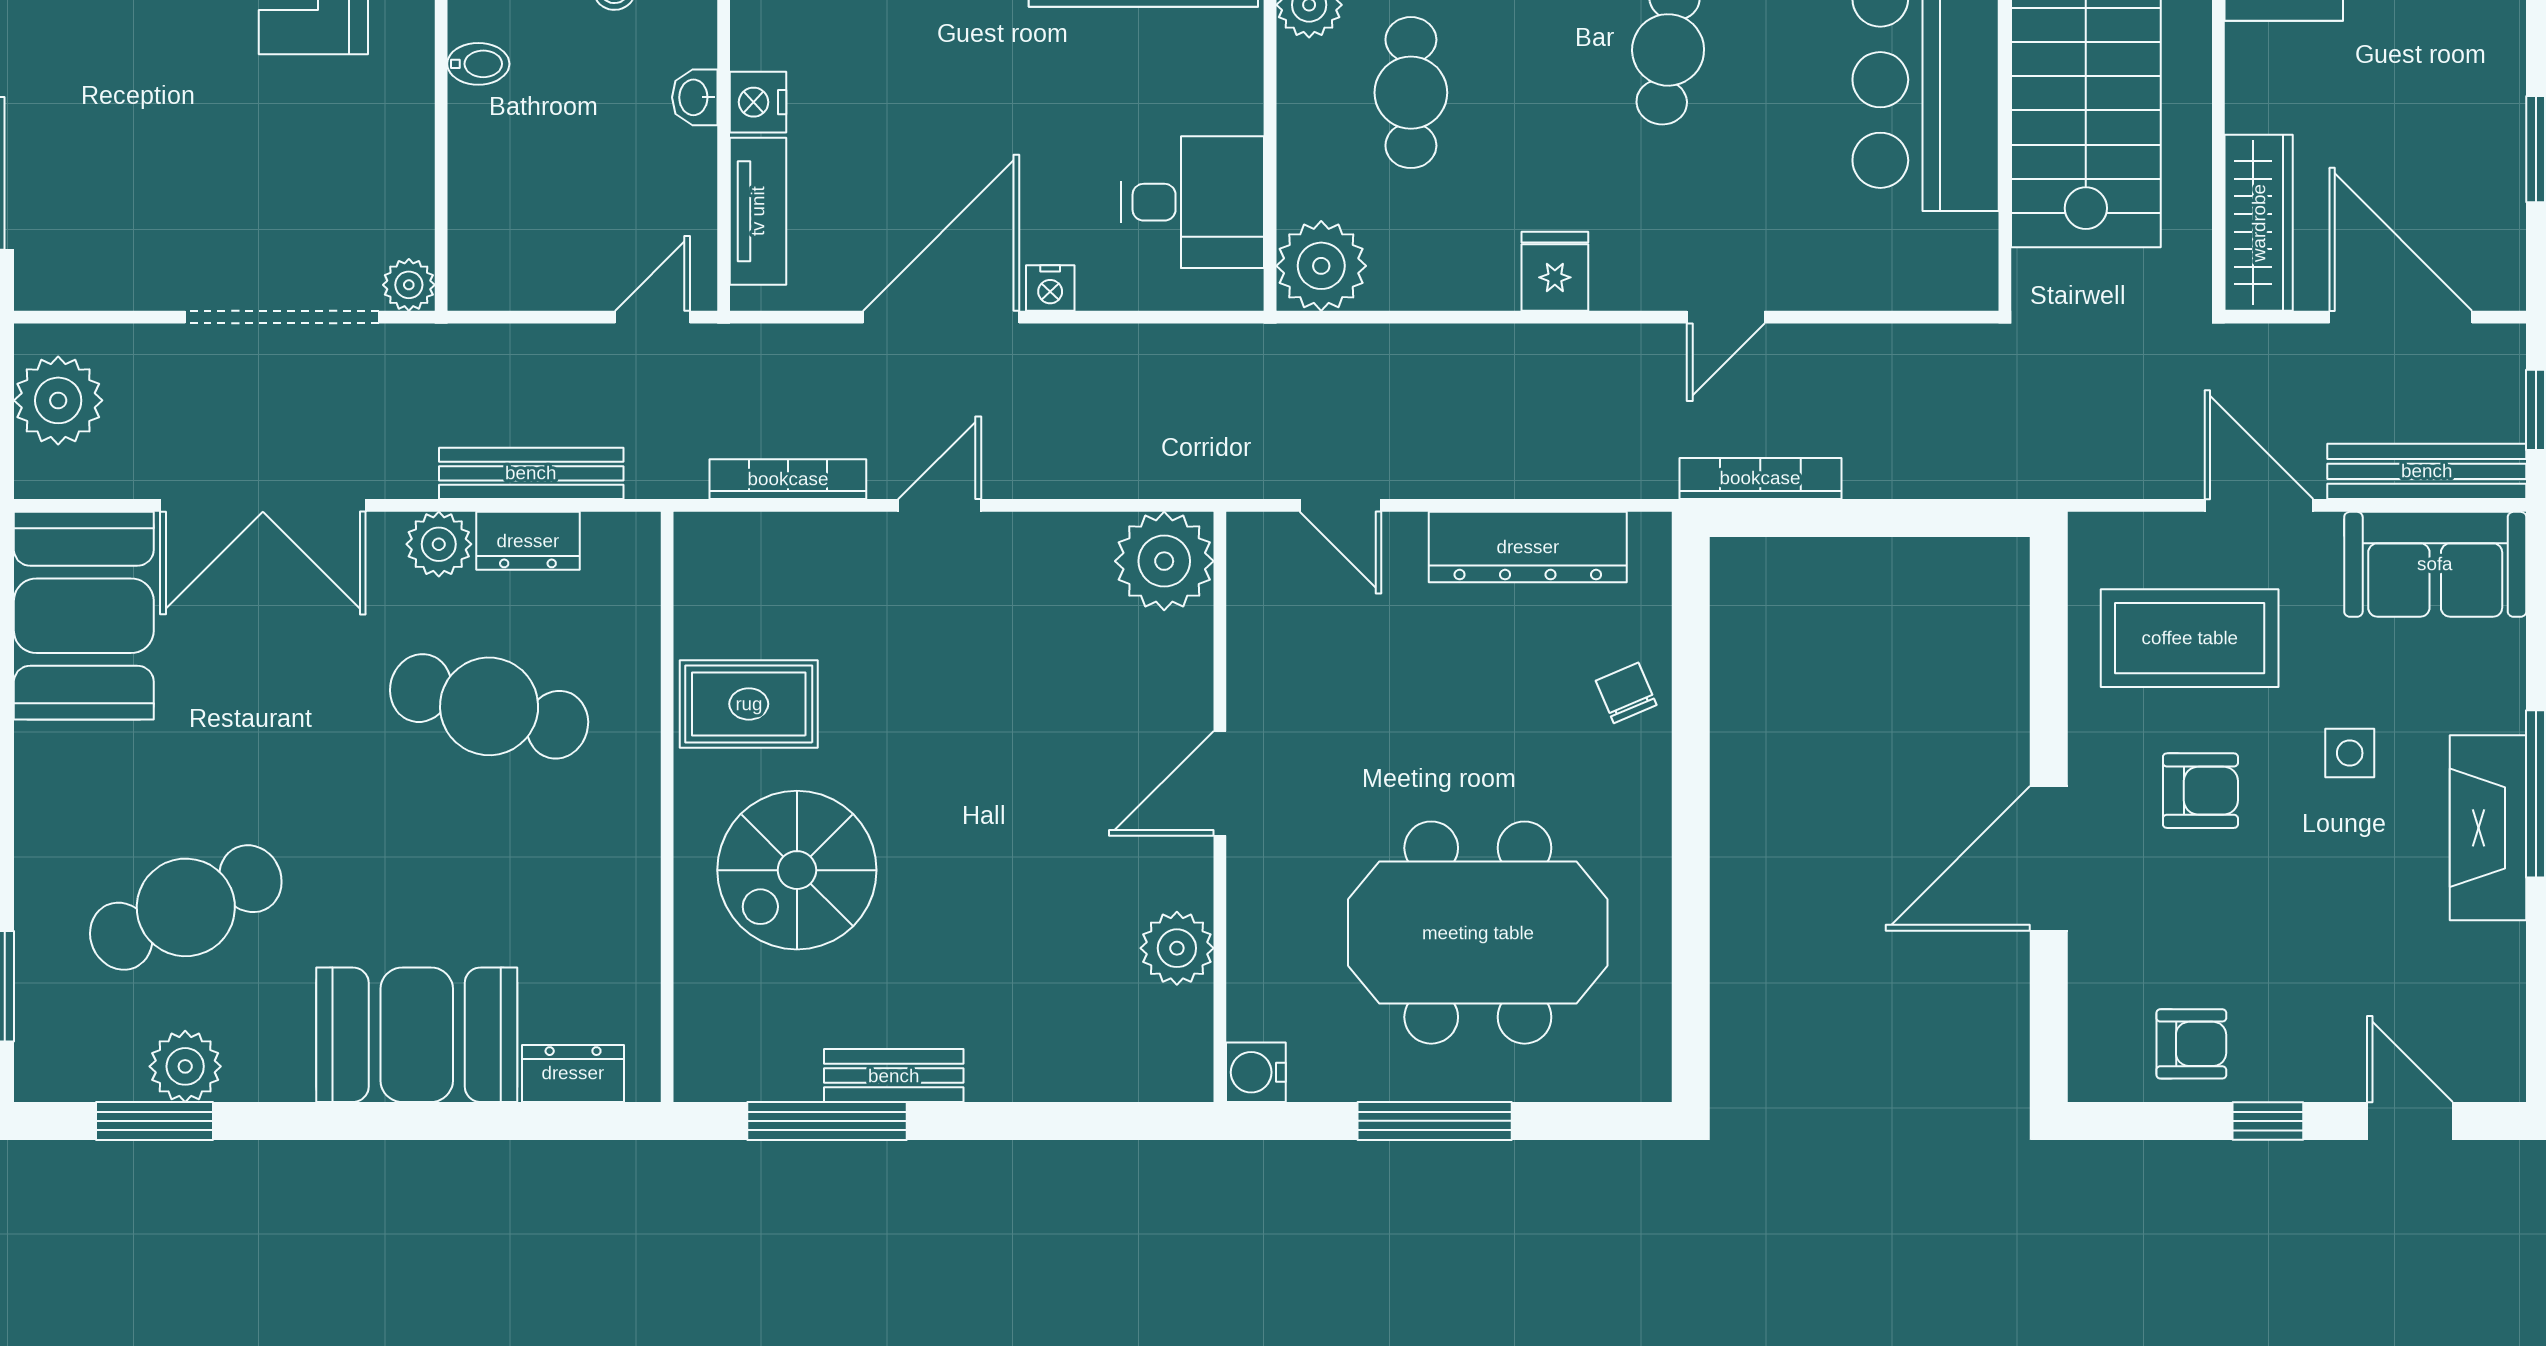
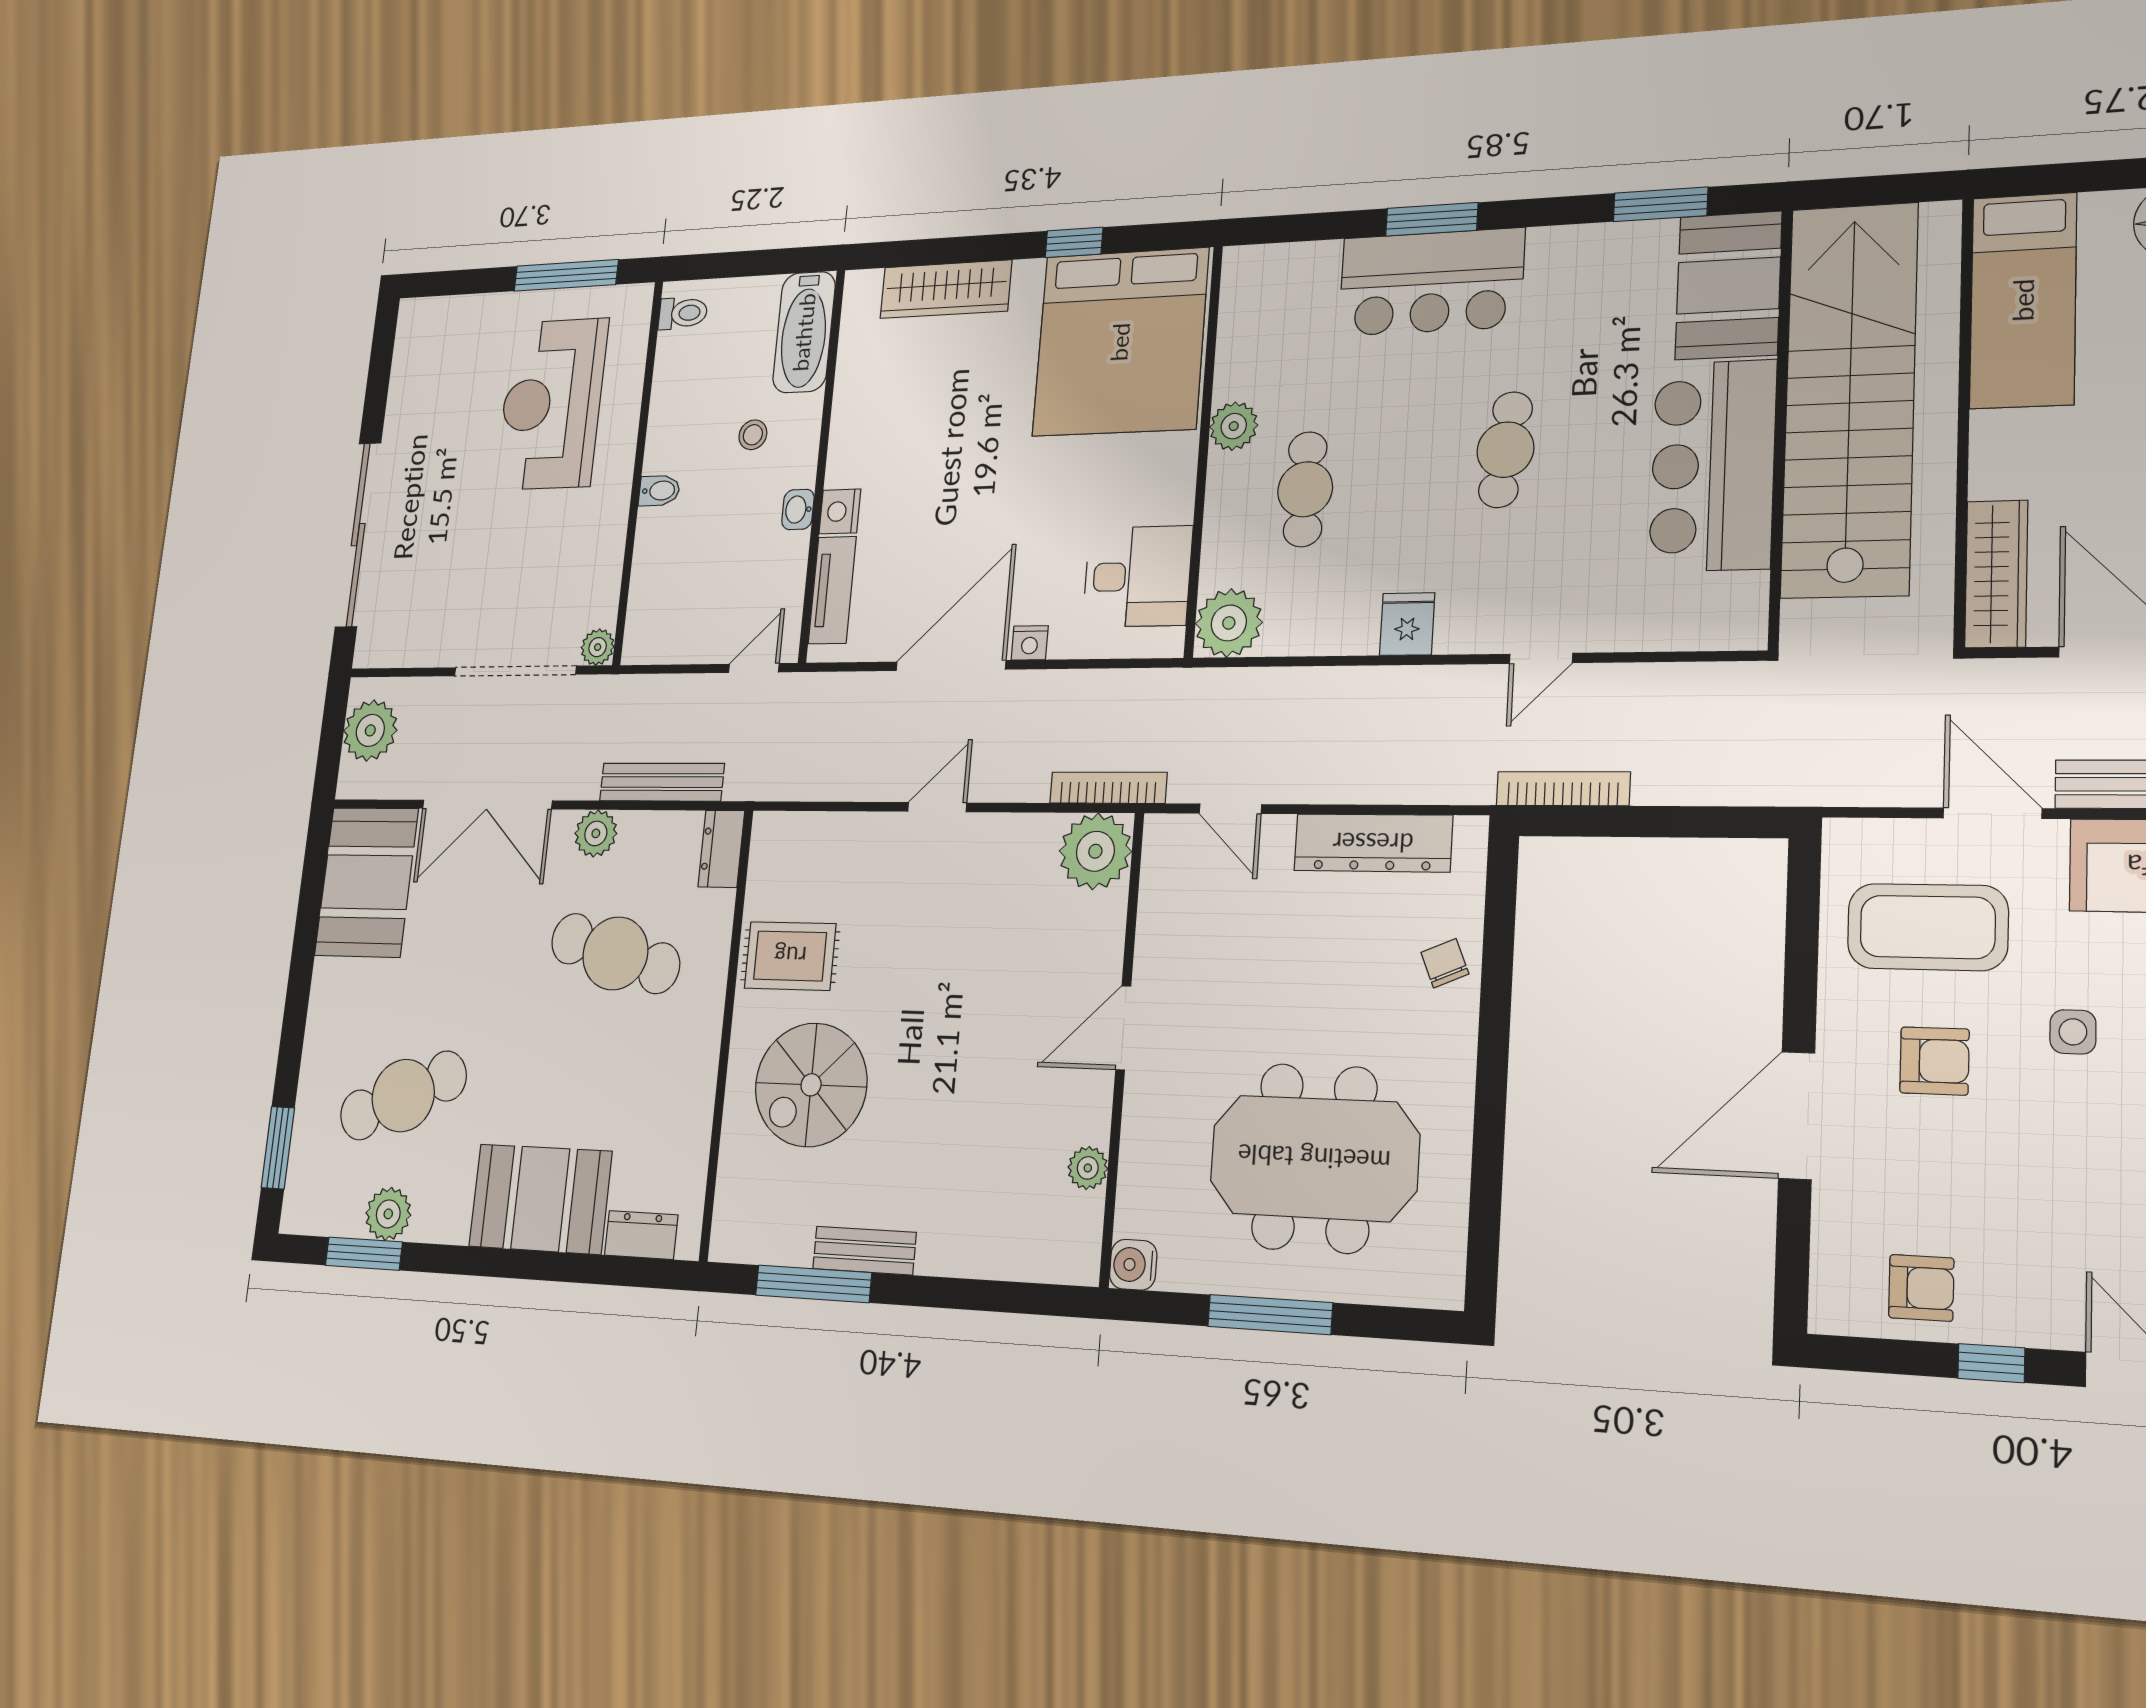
bookcase: (788, 479) -> (1108, 788), moved
dresser: (528, 541) -> (721, 849), moved, turned 90
plant: (1177, 948) -> (1088, 1168), width x0.73, depth x0.73

